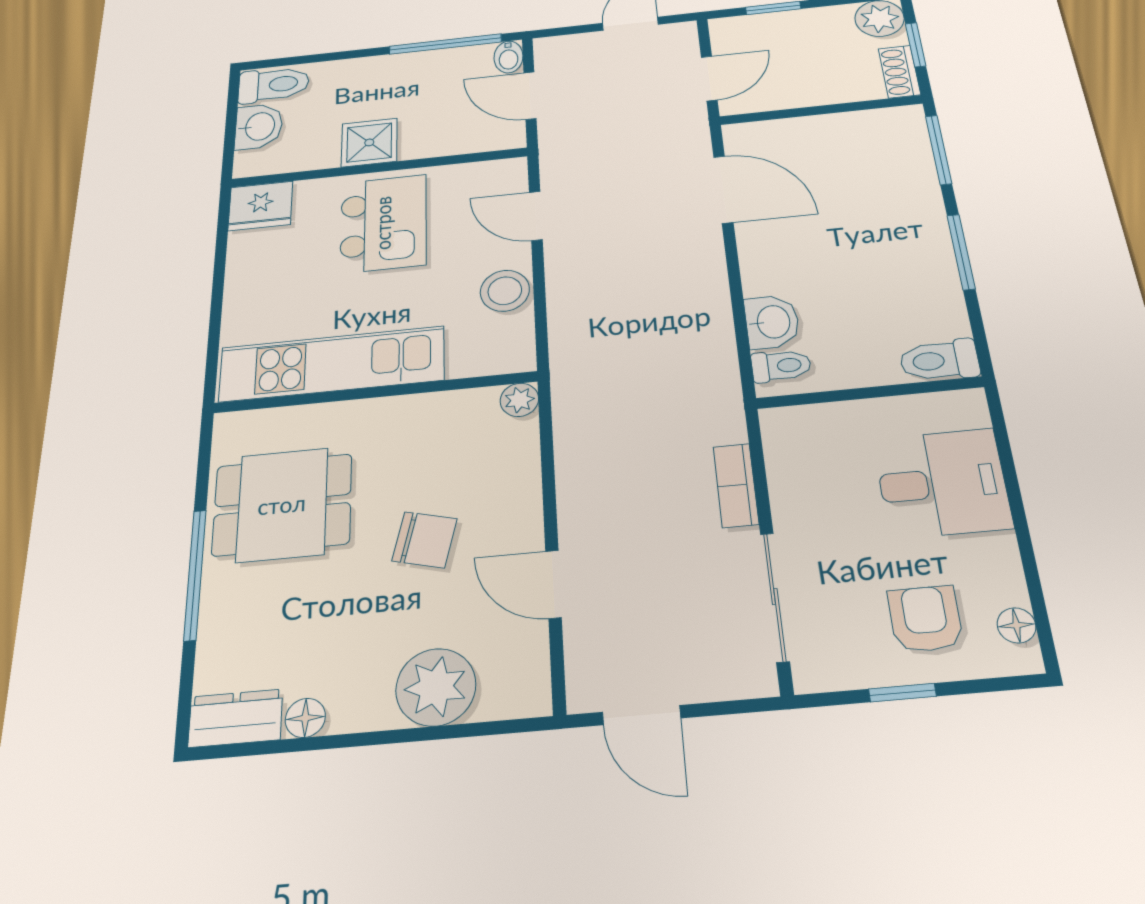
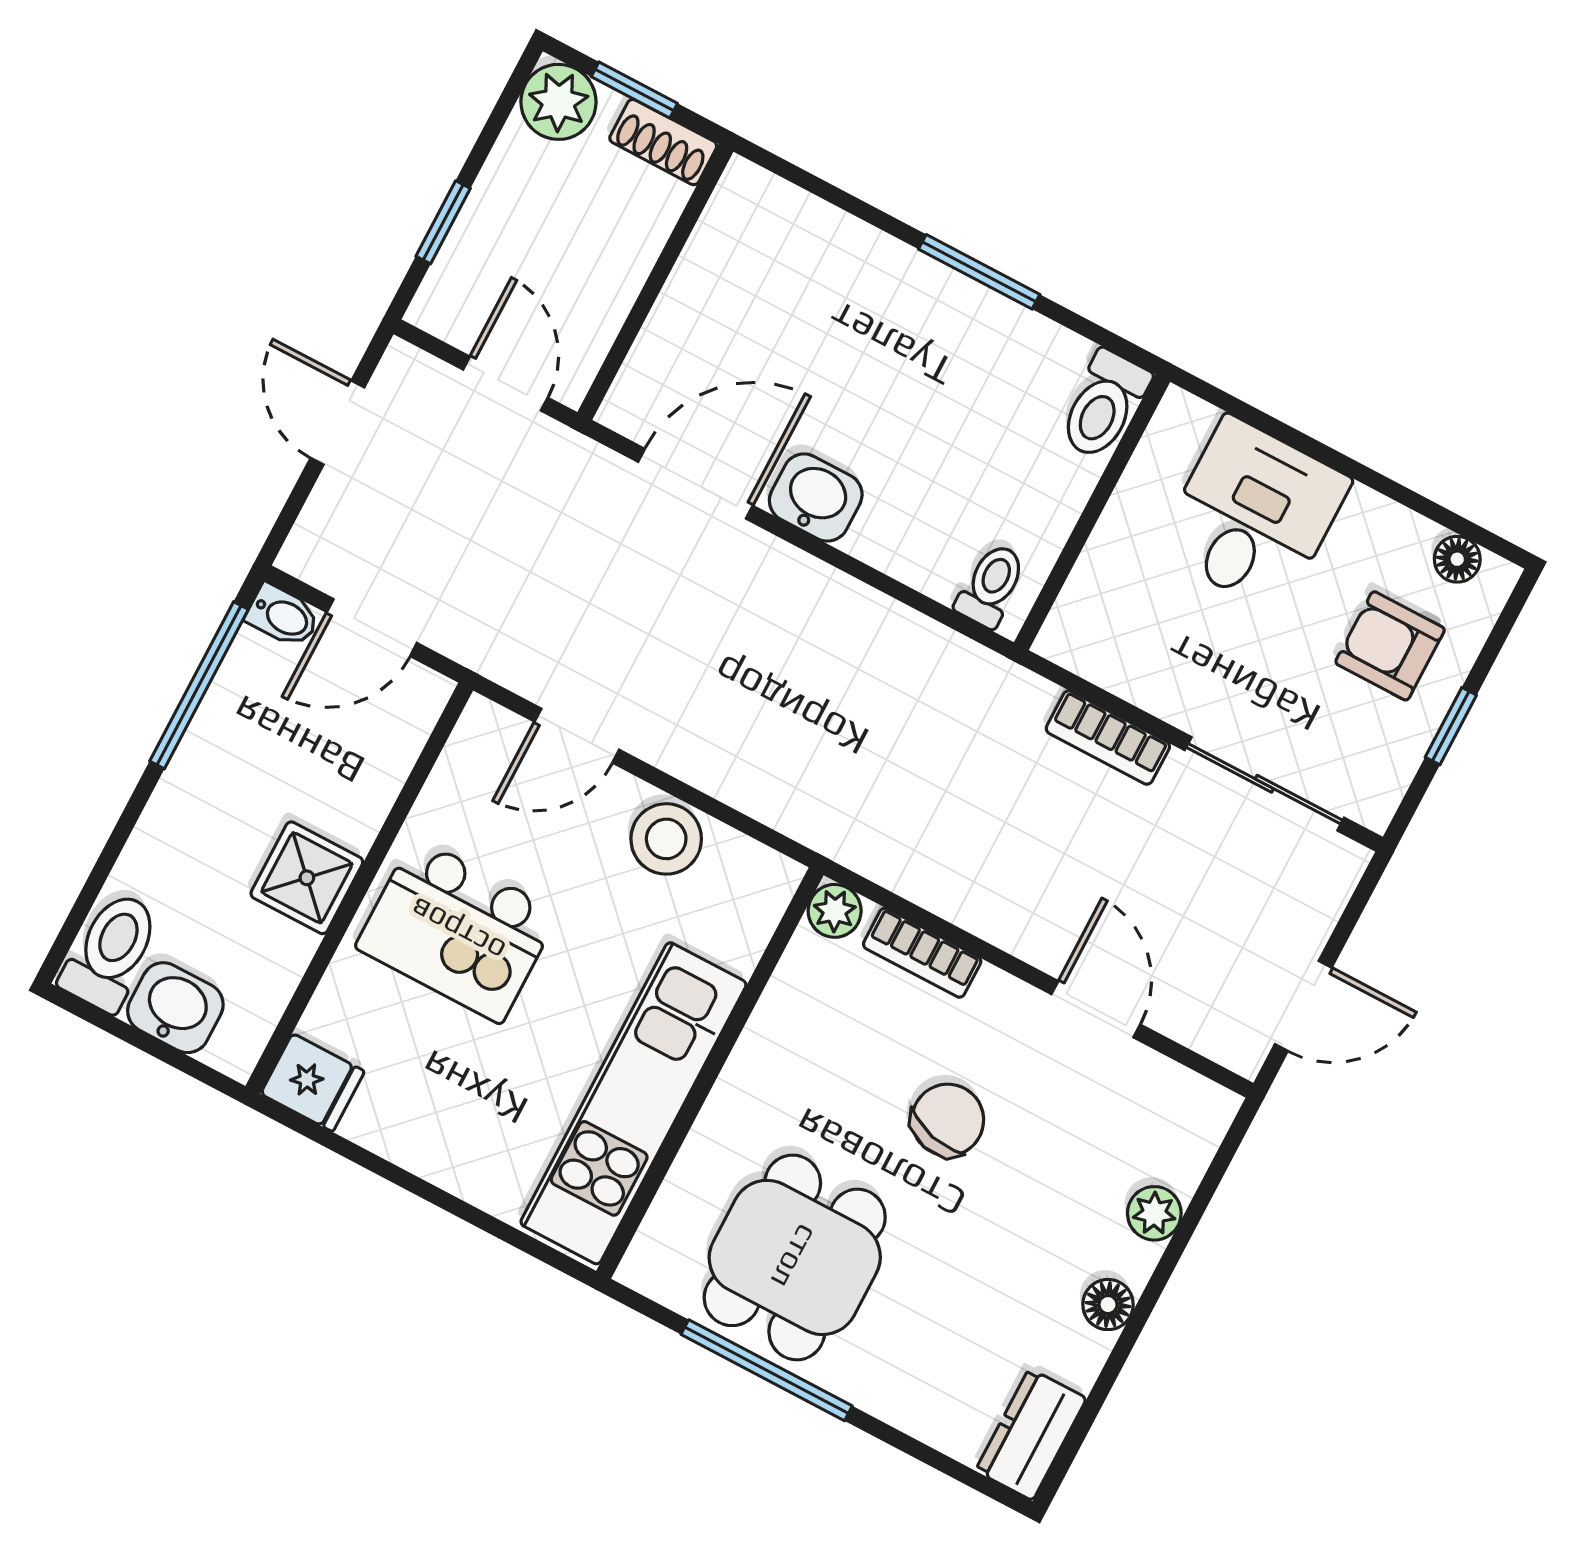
window: (939, 150) -> (817, 186), removed
fridge: (260, 206) -> (313, 1083), width x0.72
kitchen island: (383, 223) -> (457, 930), turned 180
washbasin: (772, 322) -> (816, 498), moved
bookcase: (525, 462) -> (922, 953), added
window: (195, 574) -> (767, 1370), moved
door: (553, 584) -> (1096, 1009), swing flipped
plant: (436, 687) -> (1154, 1213), width x0.53, depth x0.53
floor lamp: (305, 718) -> (1108, 1305), moved

